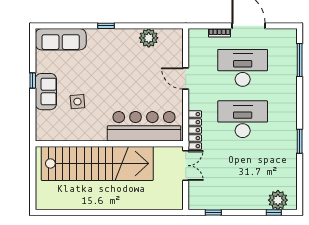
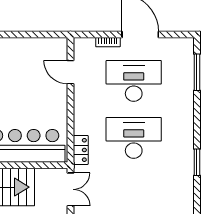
plant: (149, 38) -> (29, 48), removed
door: (186, 78) -> (70, 72), moved
locker: (195, 130) -> (81, 150), width x0.66

